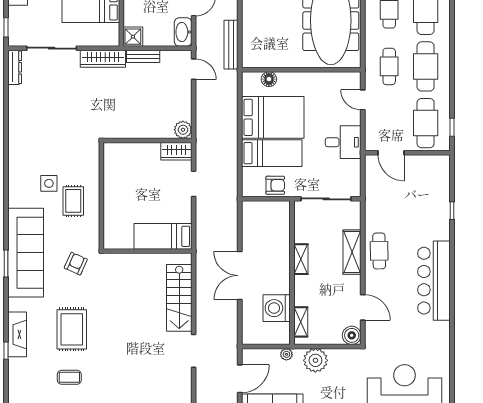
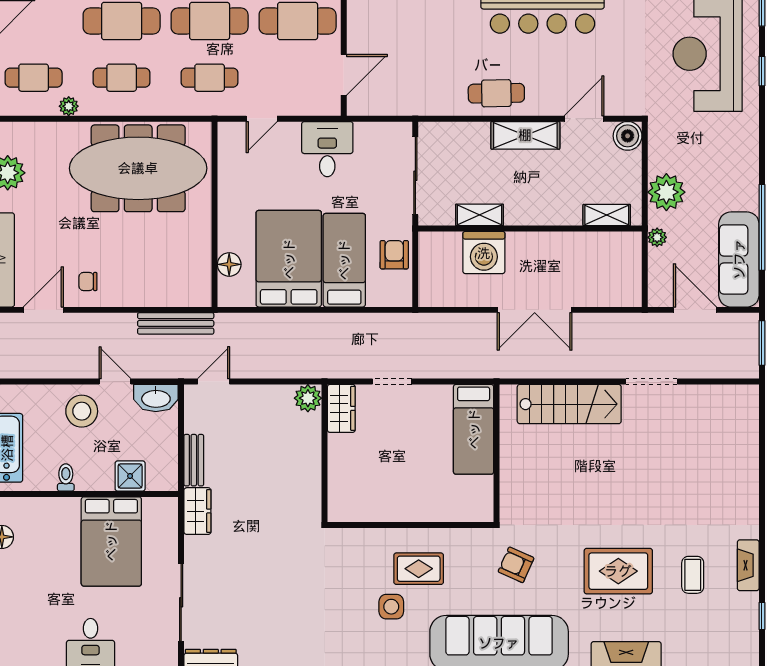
shower: (133, 37) -> (130, 476), moved
wardrobe: (103, 59) -> (197, 511), width x0.67
shelving: (352, 252) -> (525, 135), moved
shelving: (301, 259) -> (479, 215), moved
washing machine: (277, 308) -> (484, 253), moved

